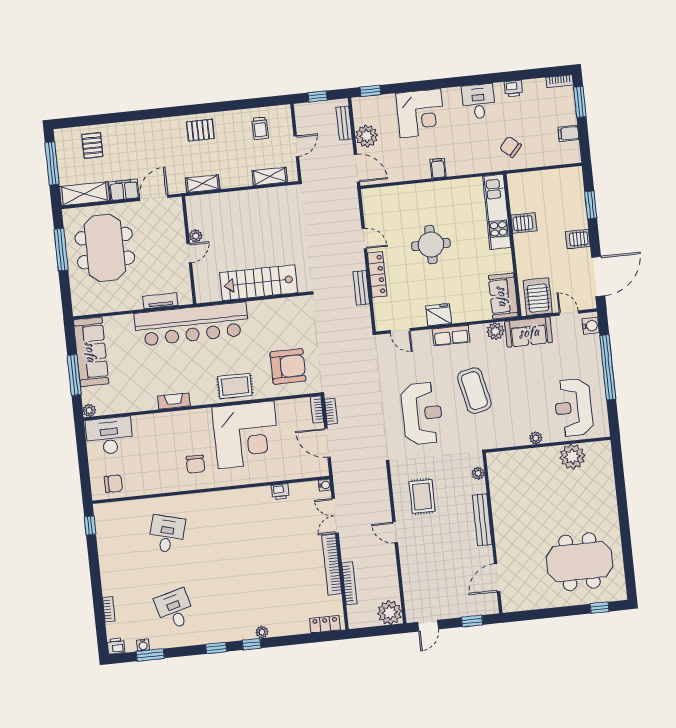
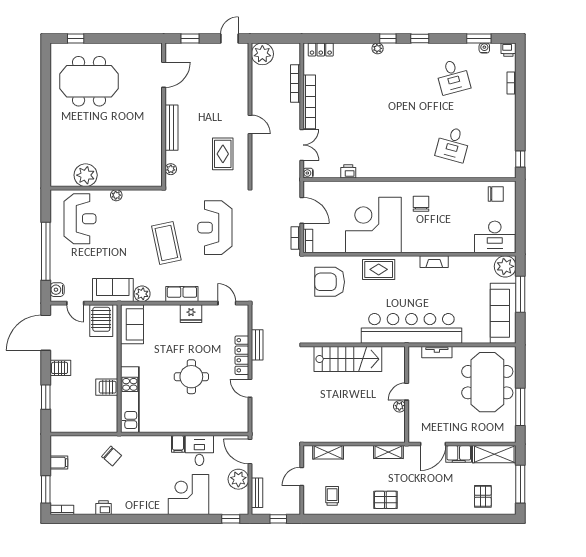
desk: (478, 101) -> (199, 451), moved, turned 180
meeting table: (105, 248) -> (487, 382), moved
plant: (89, 410) -> (505, 266), width x1.88, depth x1.88
chair: (113, 484) -> (496, 194), turned 180

